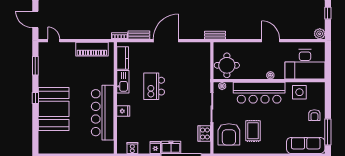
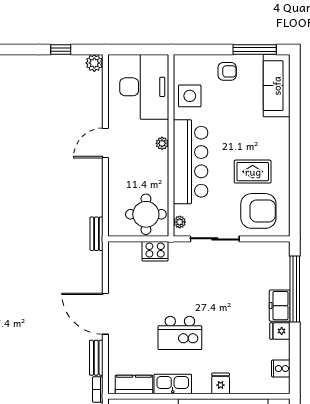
cooker: (204, 134) -> (155, 251), moved

